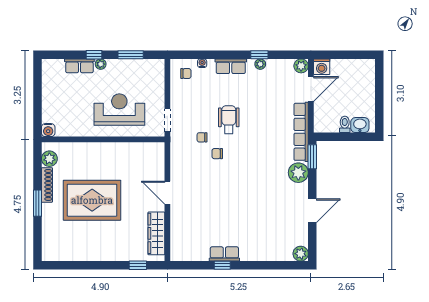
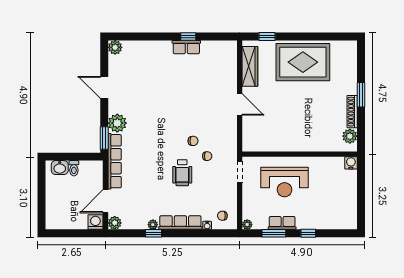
plant: (101, 64) -> (247, 225), moved
row of seats: (79, 66) -> (282, 223), moved
row of seats: (231, 66) -> (180, 222), width x1.48
rug: (92, 200) -> (303, 62), moved
door: (312, 211) -> (104, 87), hinge flipped

